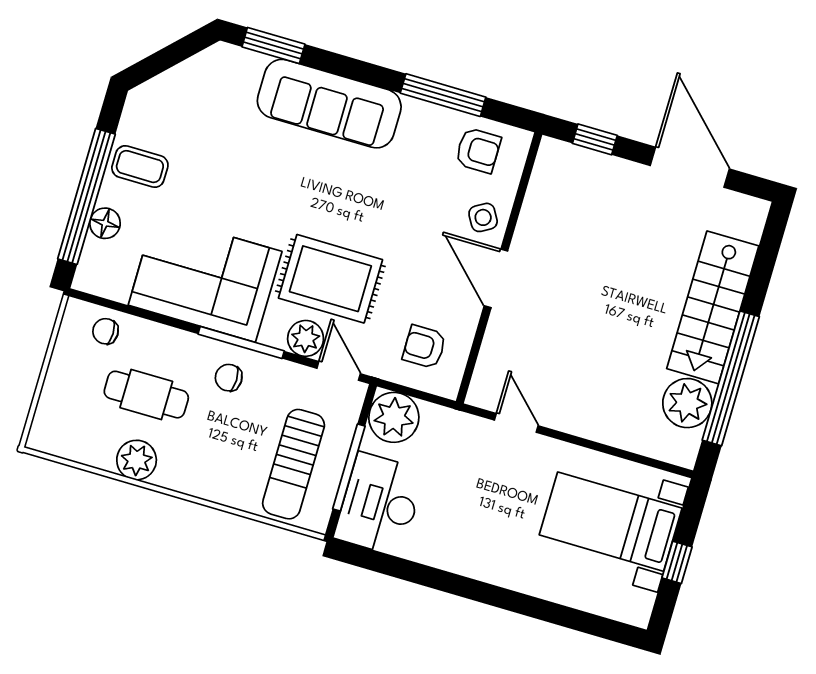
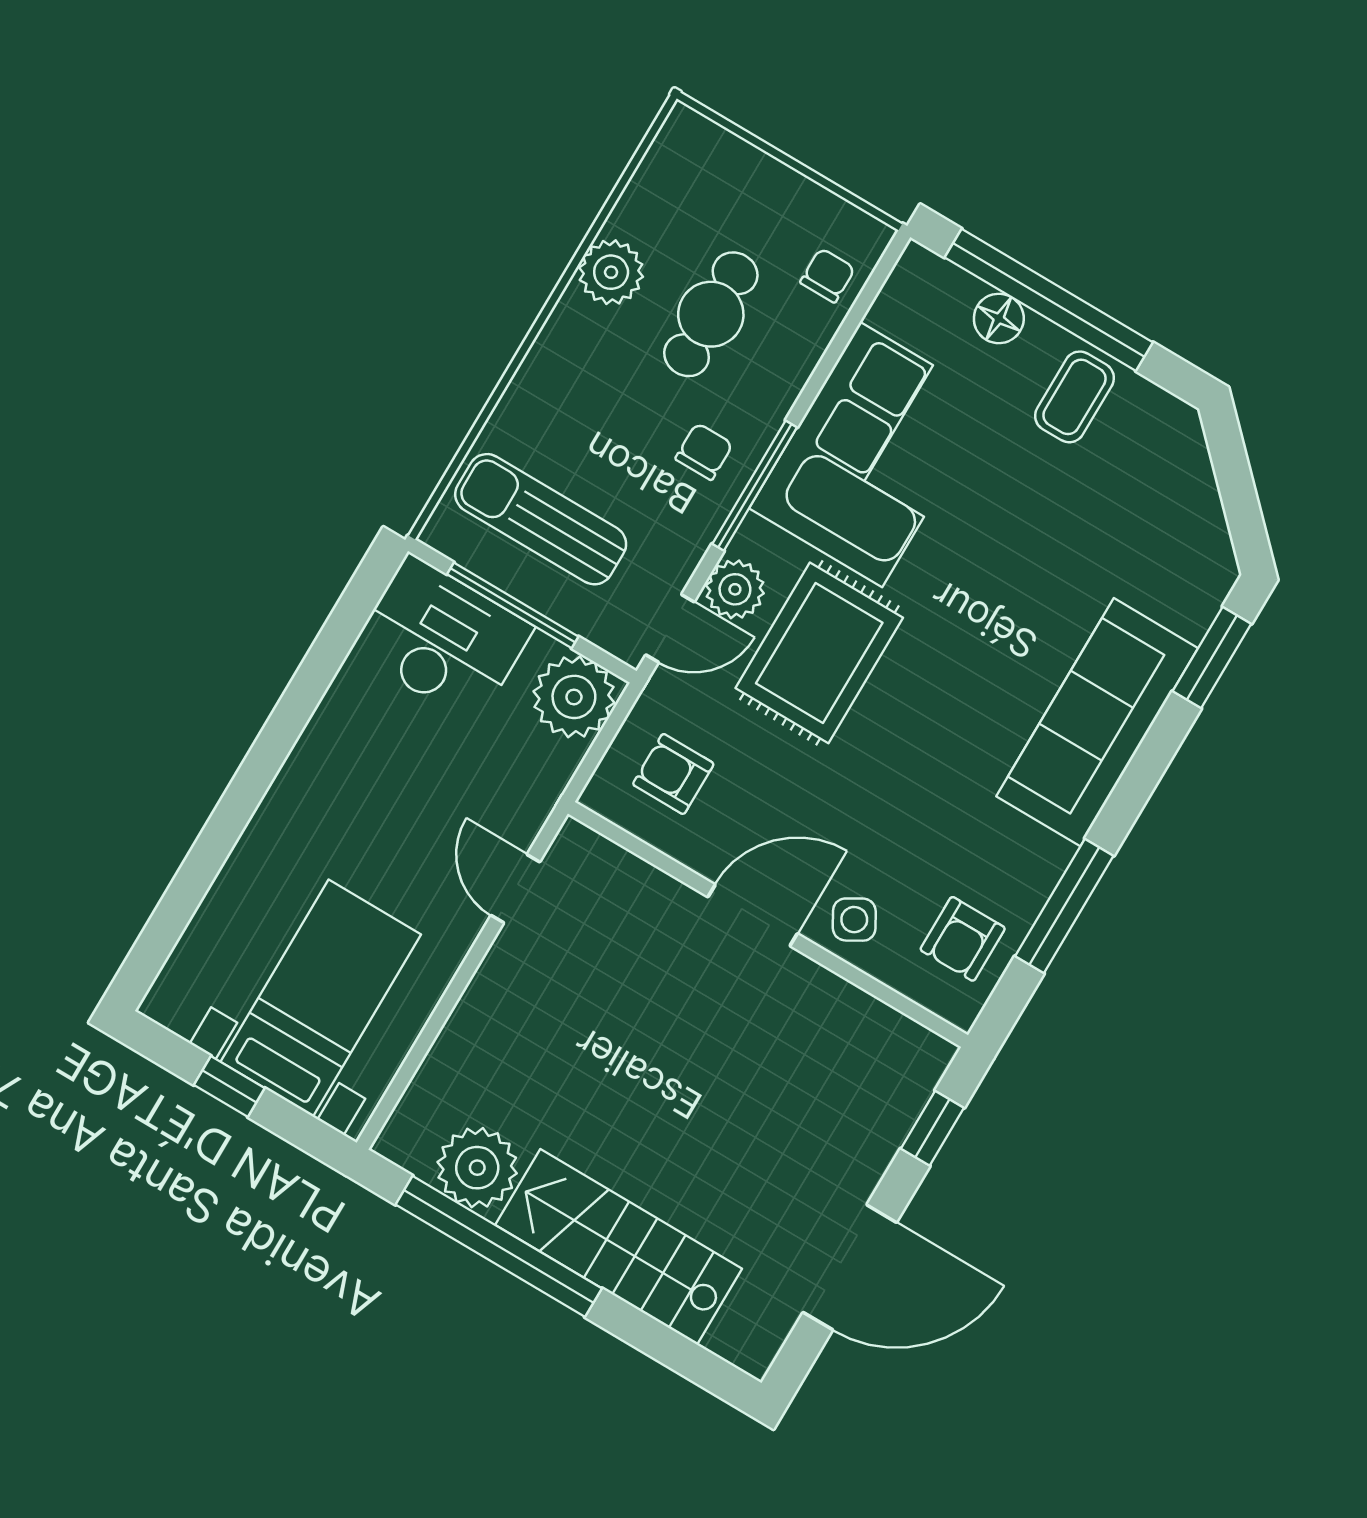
armchair: (424, 347) -> (673, 774), turned -90
door: (516, 423) -> (515, 889), swing flipped

